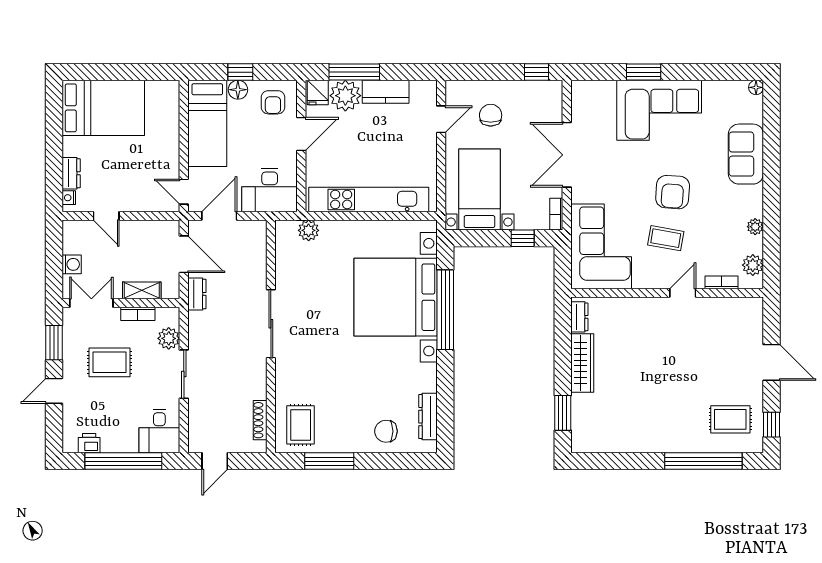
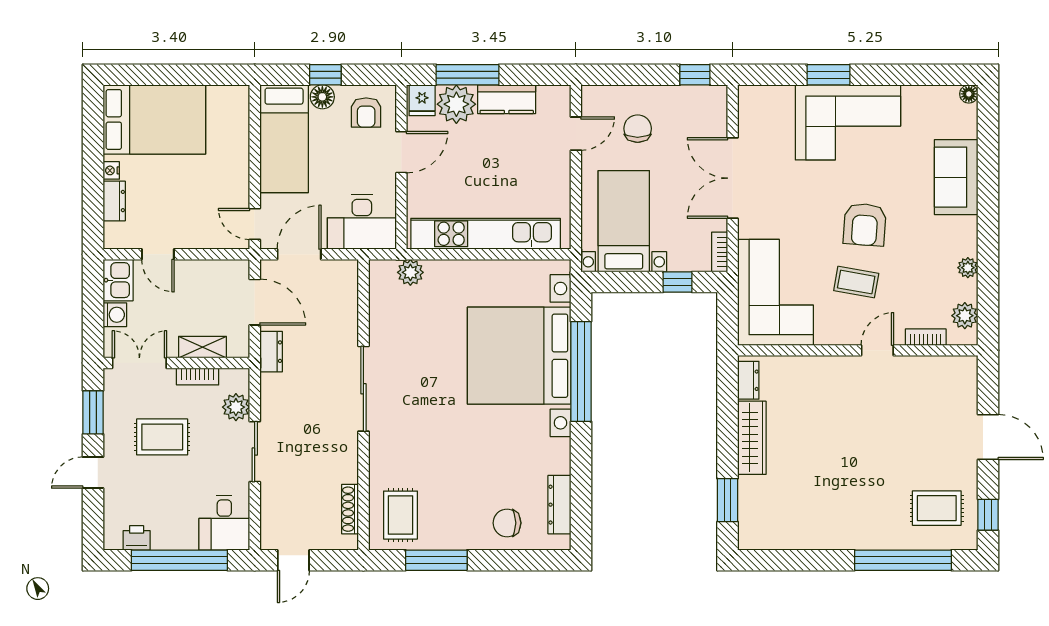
nightstand: (69, 198) -> (111, 170), moved
kitchen sink: (74, 237) -> (118, 280), added

